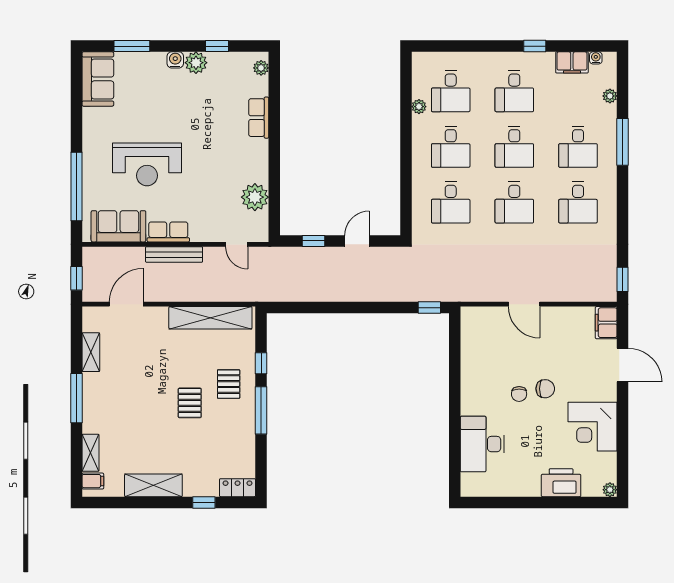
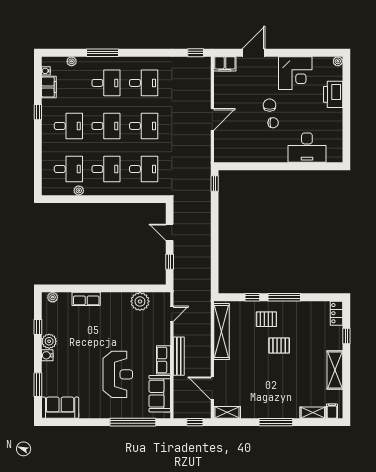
shelving: (91, 352) -> (227, 412), moved

